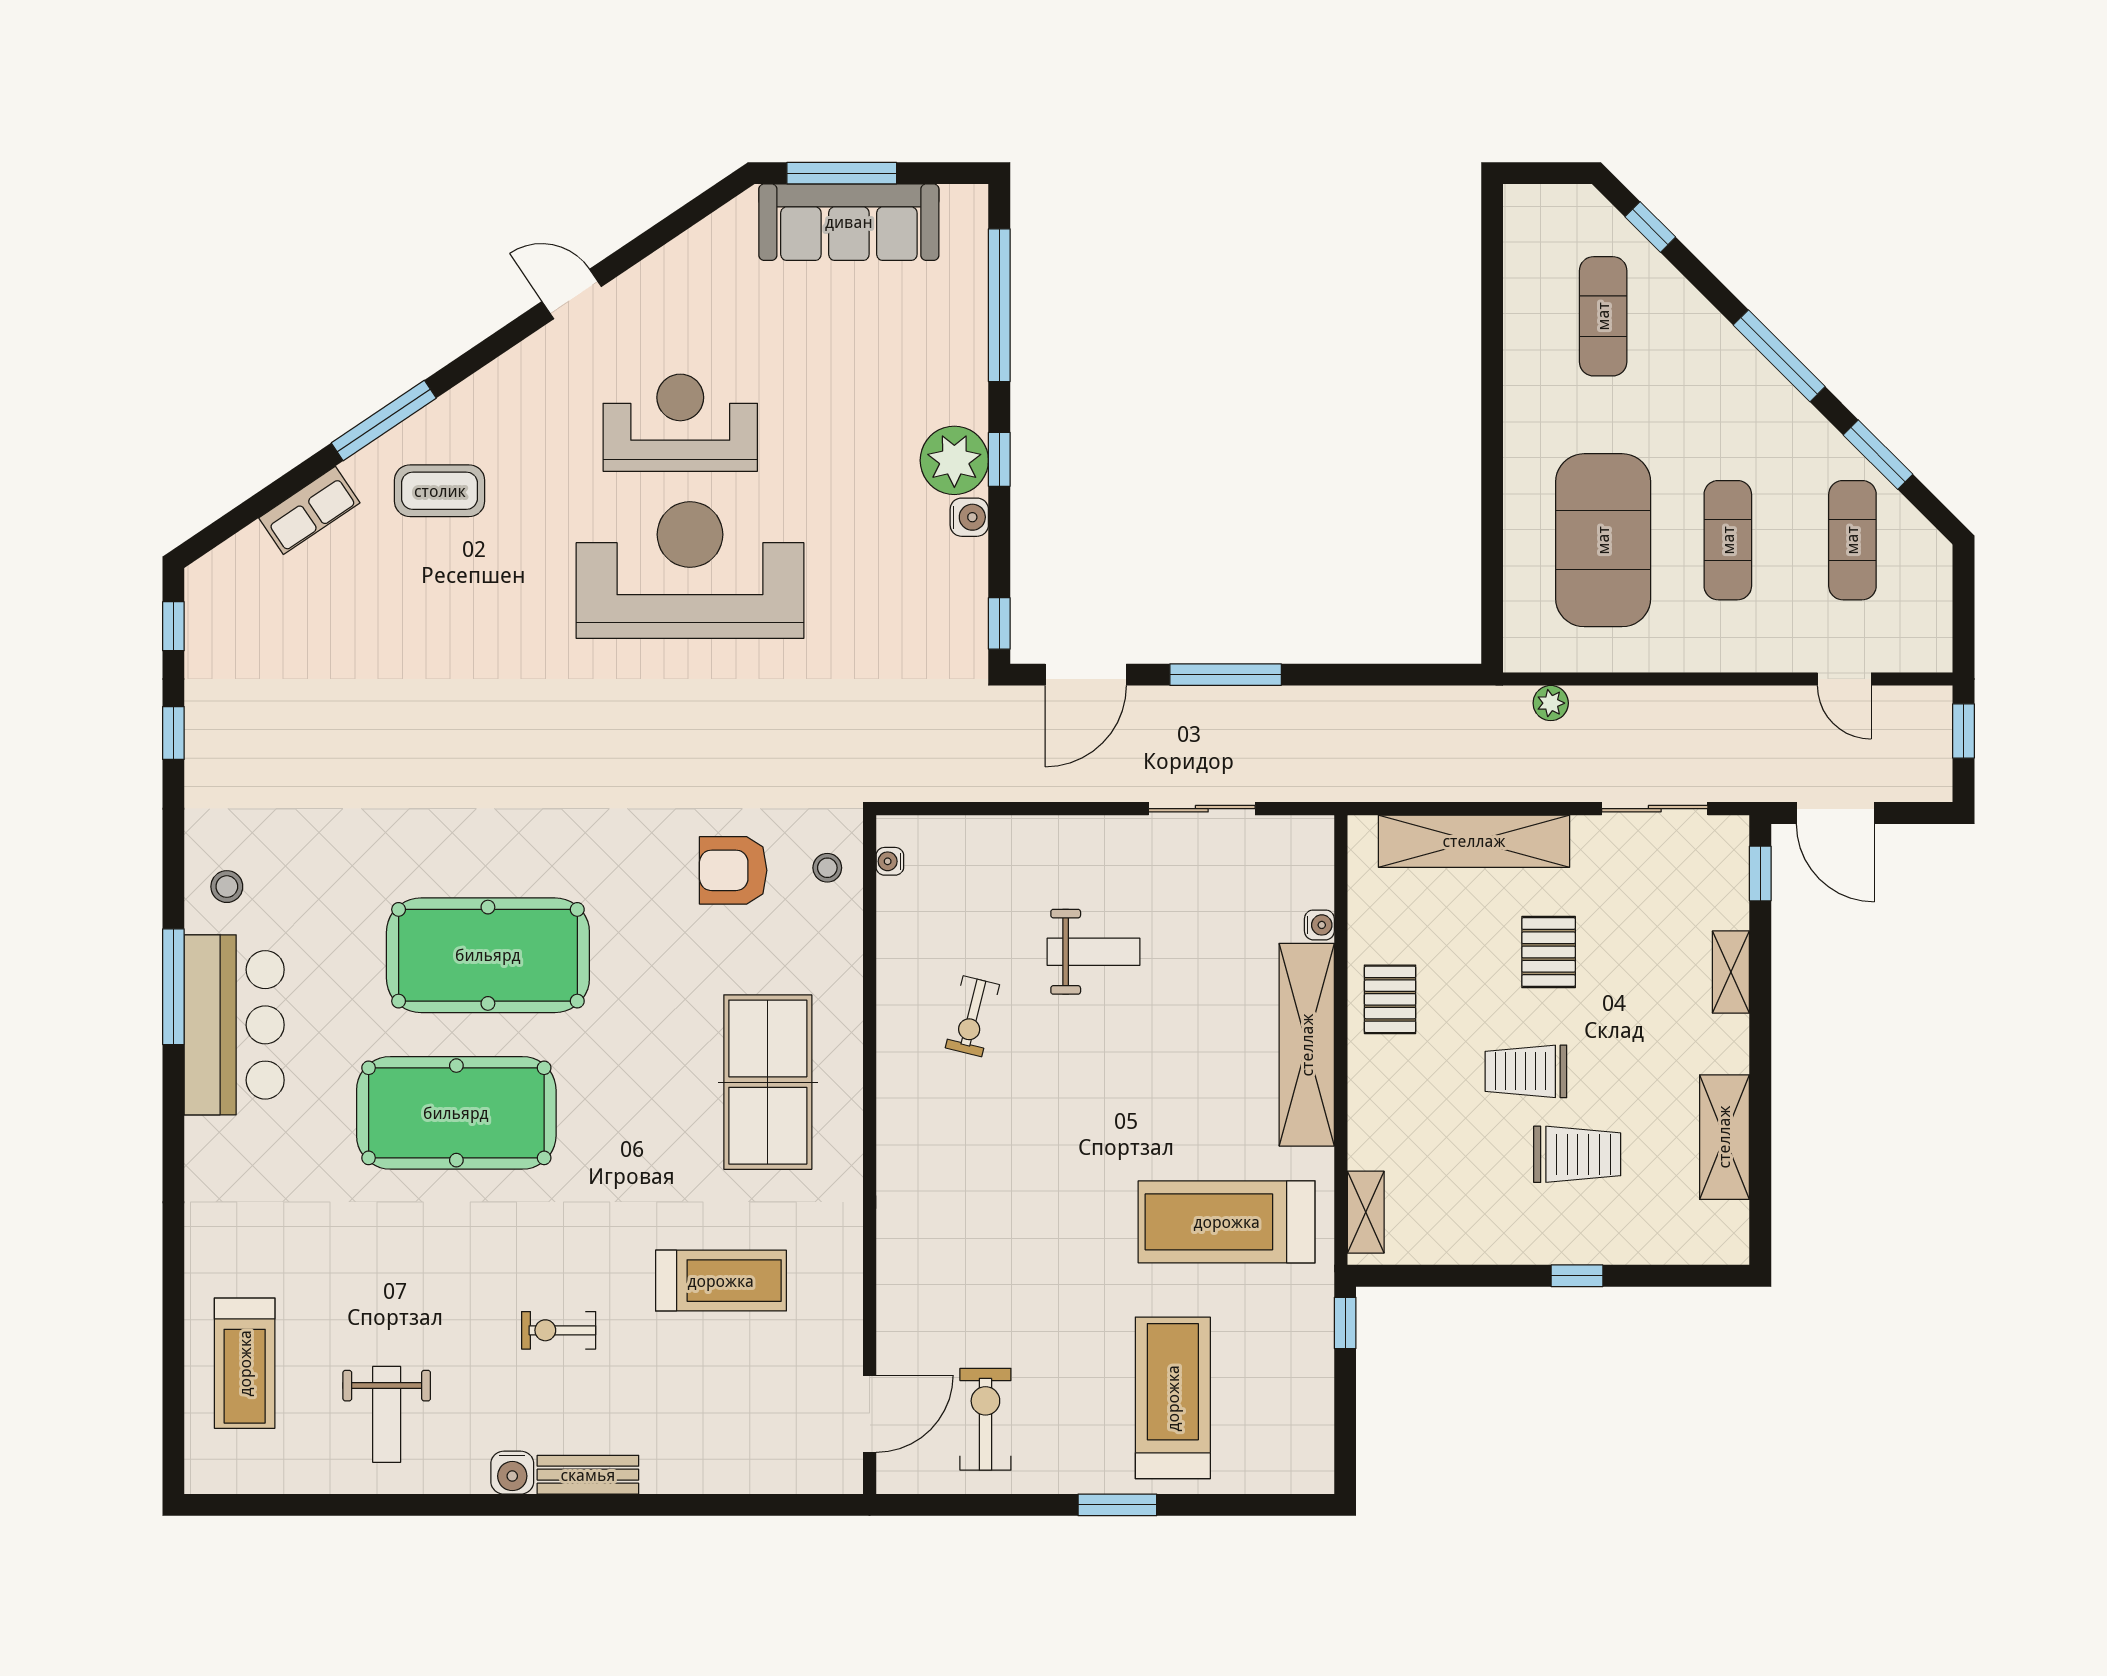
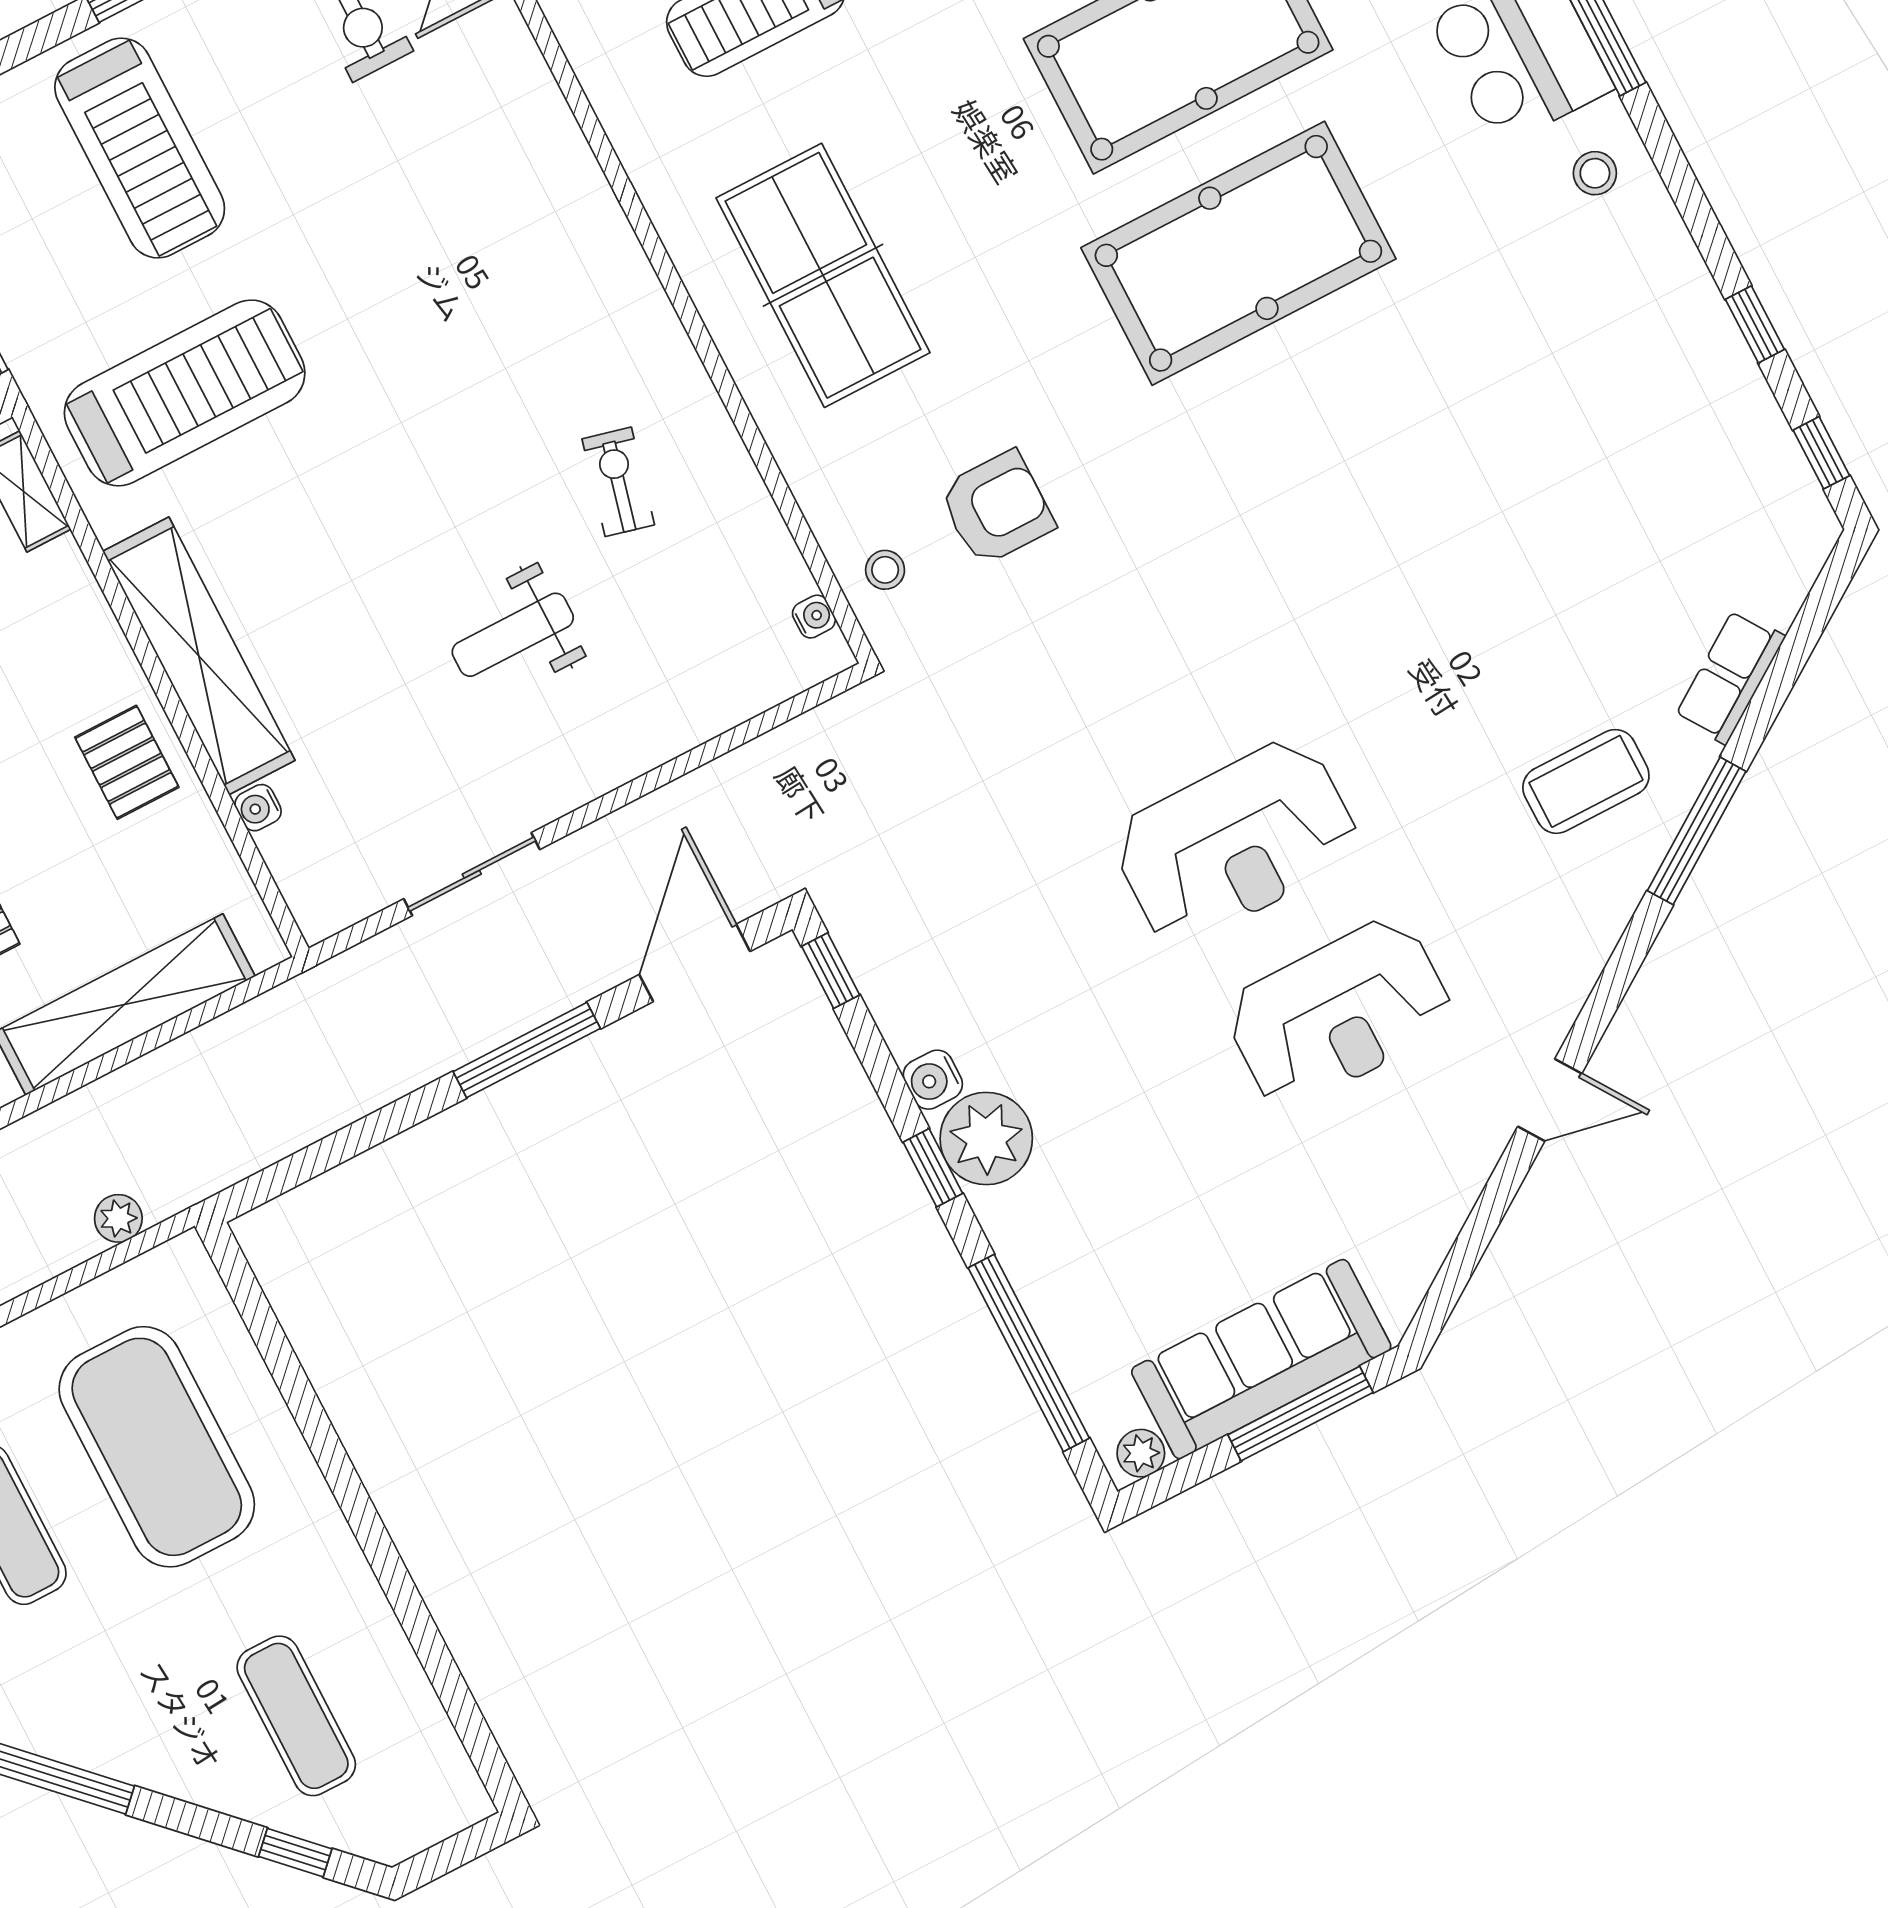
plant: (960, 201) -> (1141, 1453), added
reception desk: (690, 570) -> (1236, 842), width x0.74, depth x0.77

